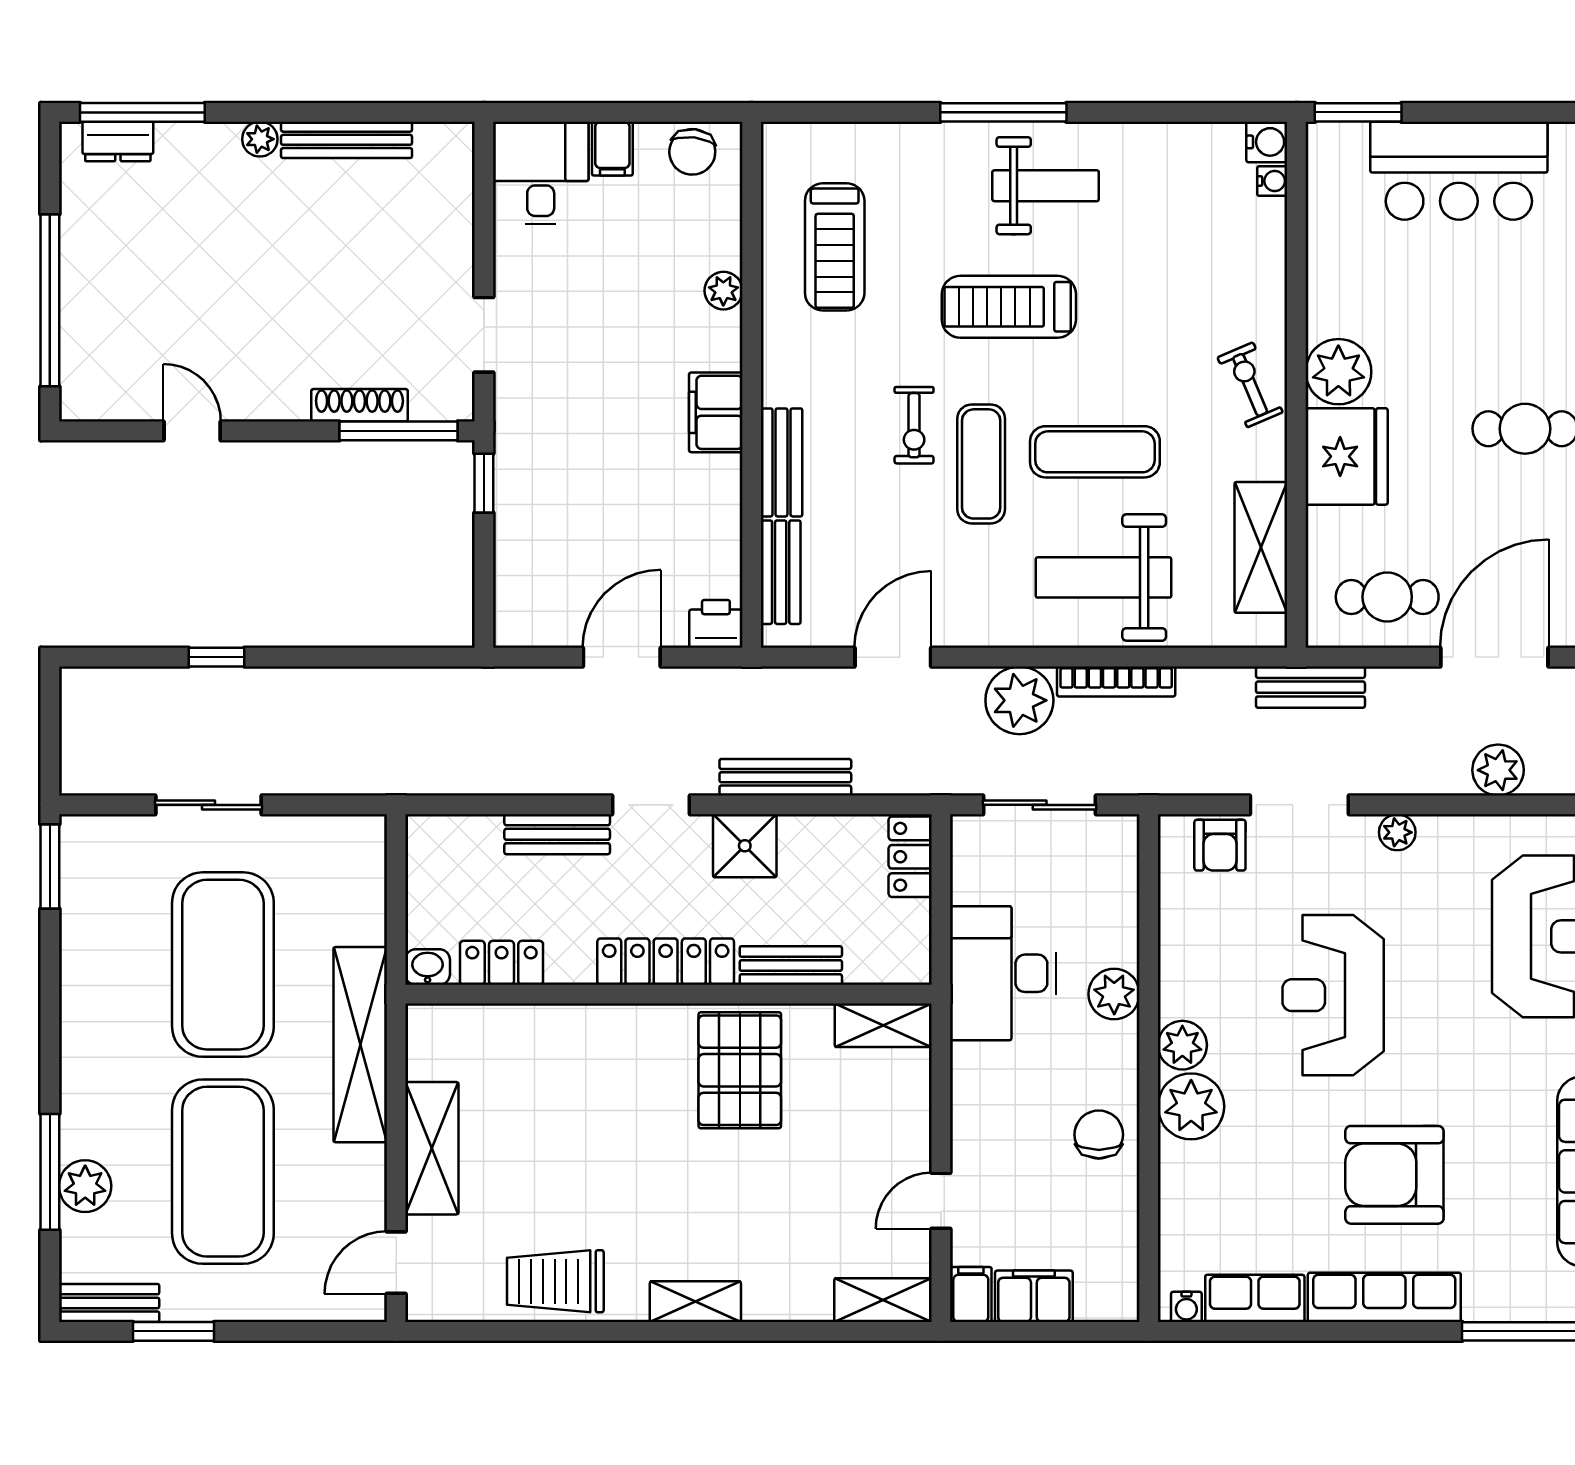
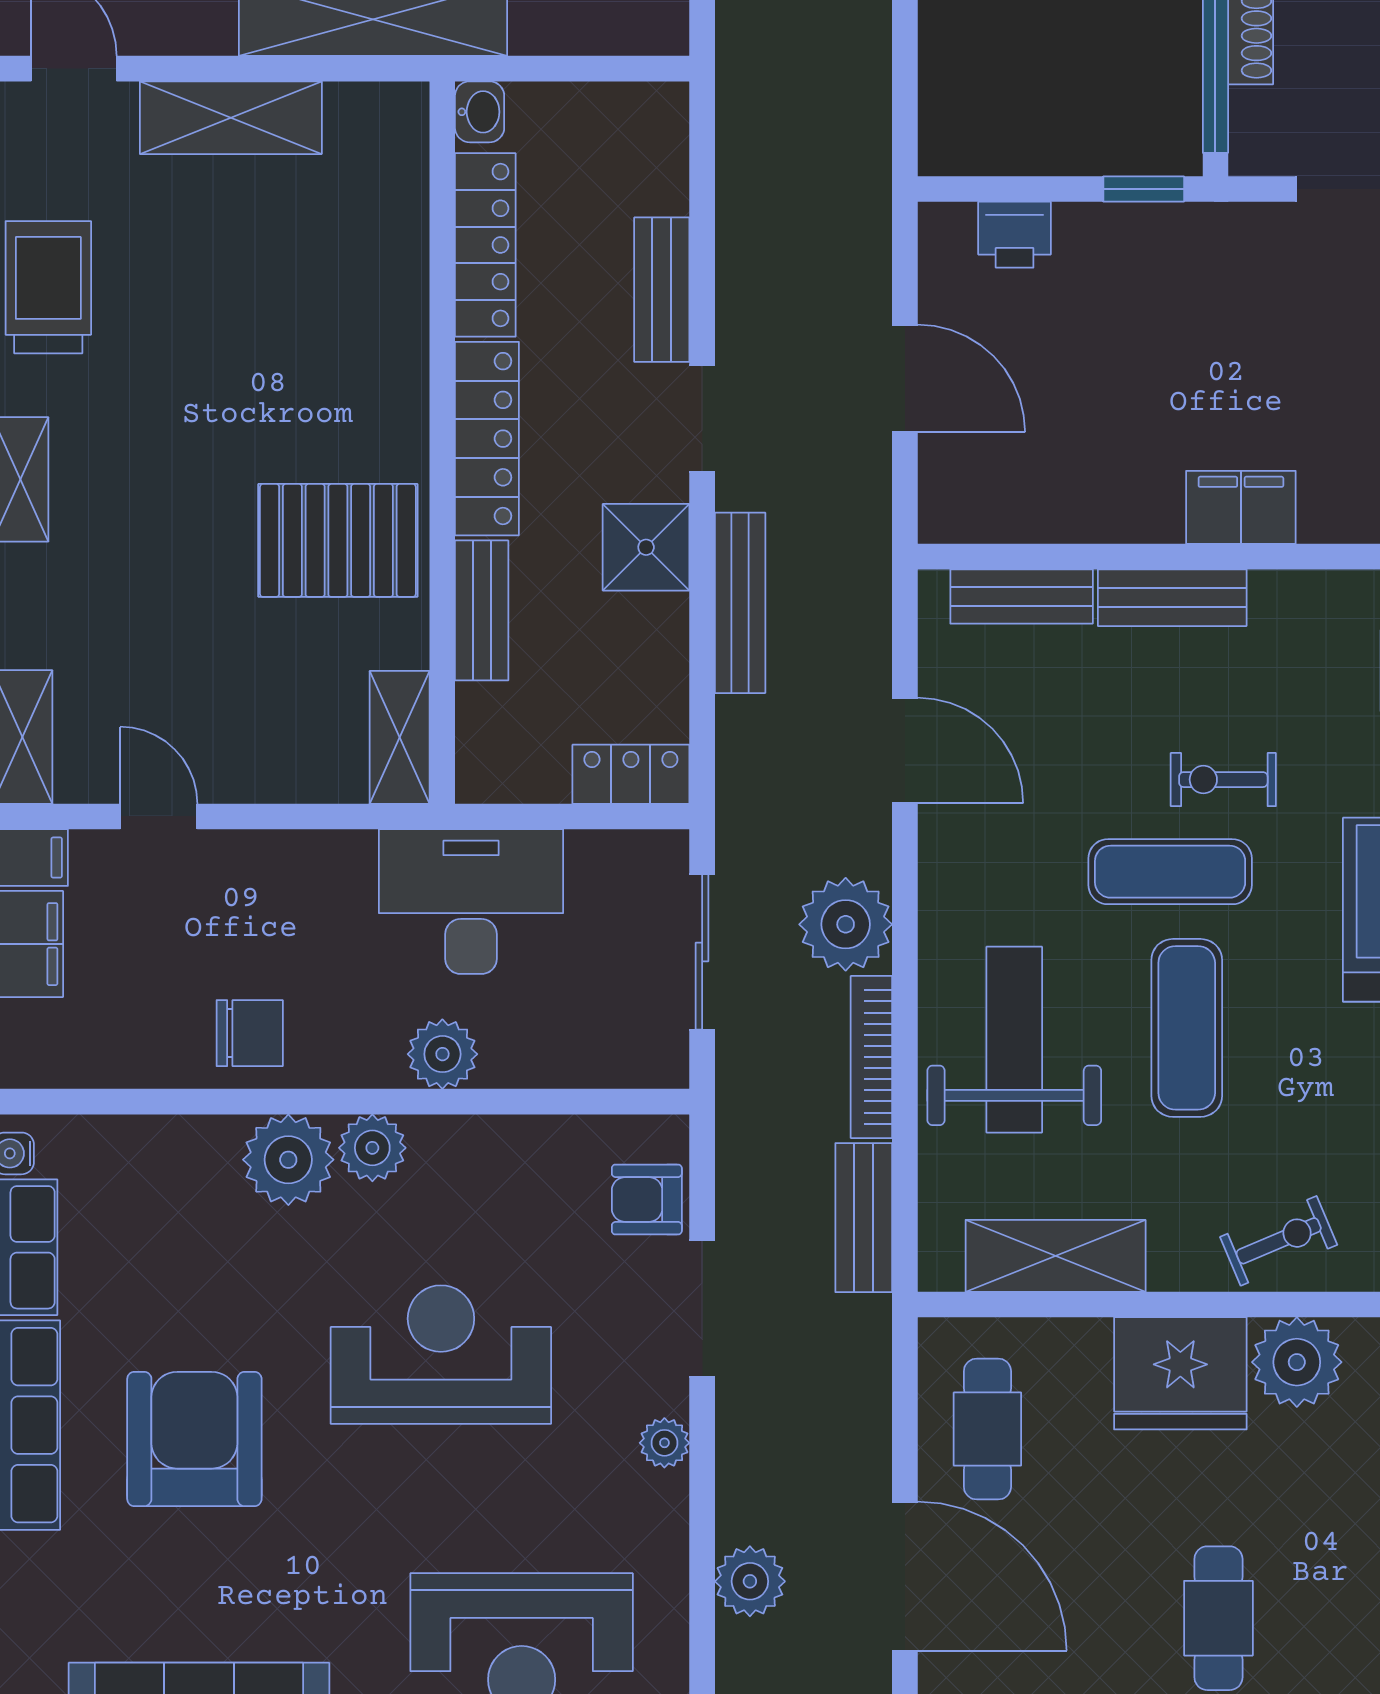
printer: (716, 624) -> (1015, 235), moved, turned 90
bench: (1310, 687) -> (864, 1218), moved
locker: (502, 963) -> (485, 245), width x1.53

